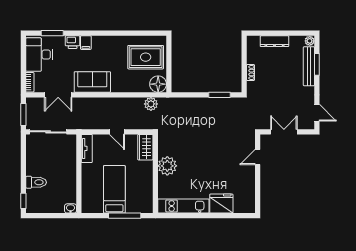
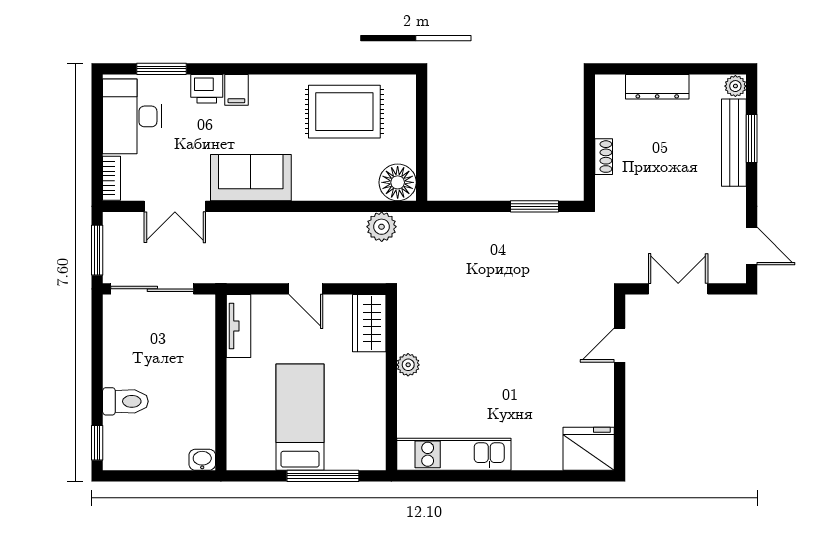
rug: (146, 57) -> (344, 112), moved
plant: (167, 166) -> (408, 365), width x0.53, depth x0.53
fridge: (221, 204) -> (589, 449), moved

